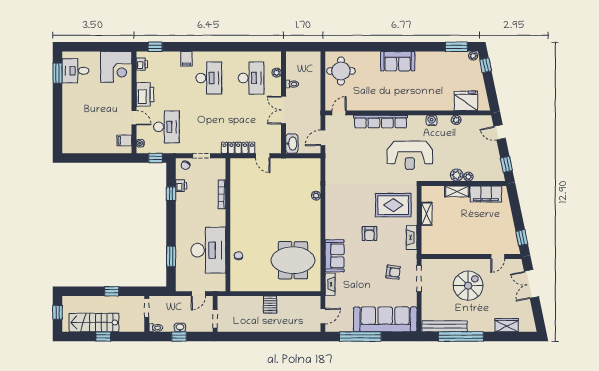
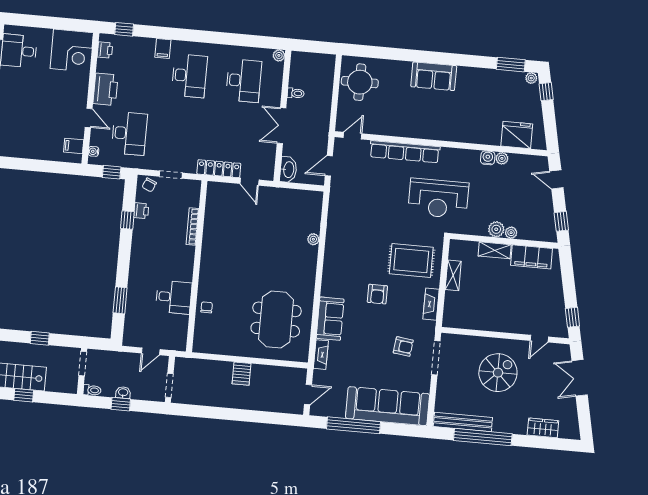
plant: (277, 73) -> (279, 55), moved
water cooler: (432, 120) -> (488, 158), moved
desk: (208, 250) -> (174, 297), width x0.53, depth x0.77
meeting table: (293, 260) -> (276, 319), turned 90

